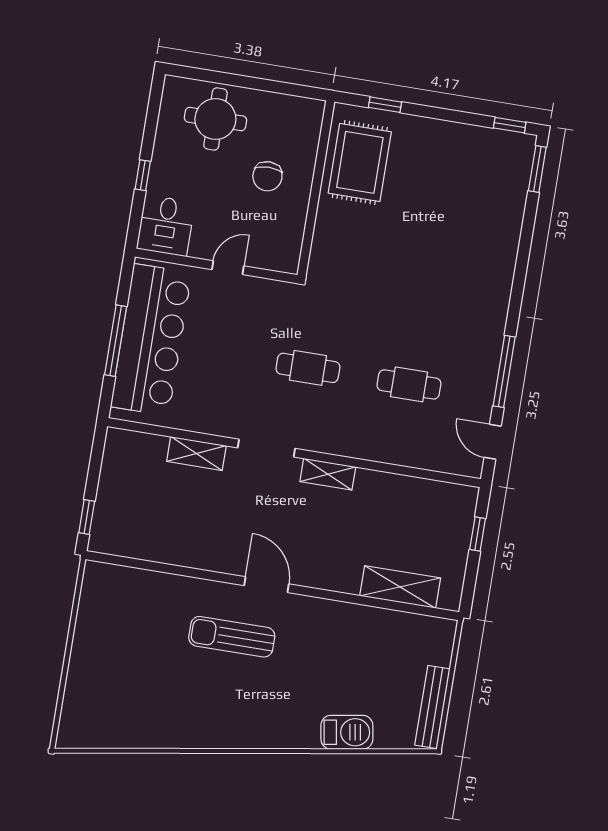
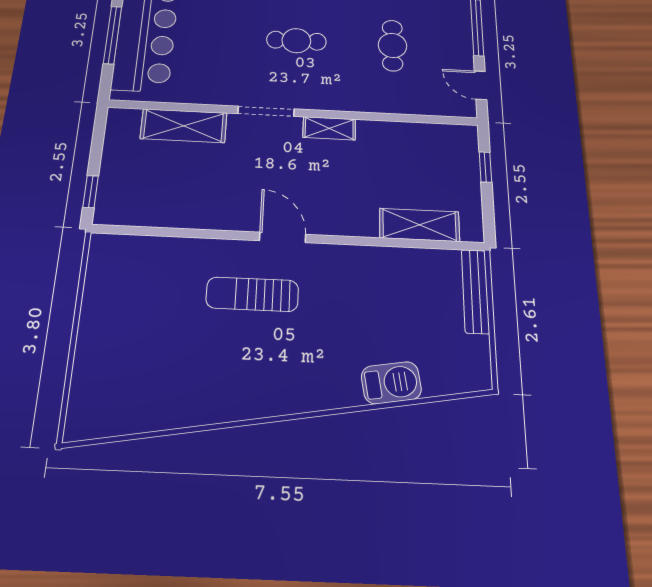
cafe table: (409, 384) -> (392, 46), turned 90
shelving: (196, 454) -> (184, 126), width x1.50, depth x1.33
bench: (432, 707) -> (475, 291), moved

